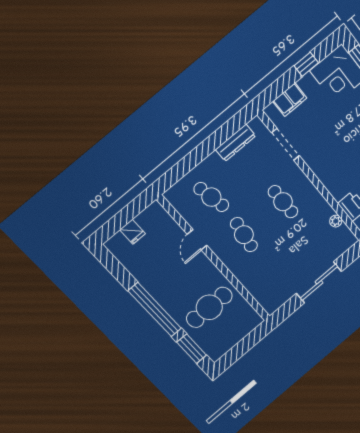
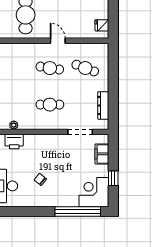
cafe table: (211, 197) -> (85, 68), turned 33
fridge: (133, 232) -> (102, 25), moved
door: (197, 240) -> (58, 41), moved

